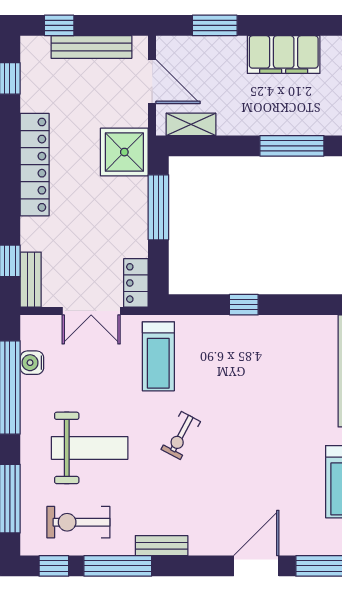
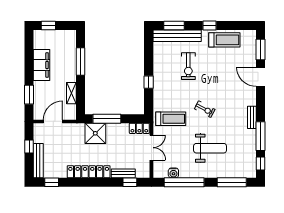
window: (59, 25) -> (29, 146), moved
bench: (91, 47) -> (38, 161), moved
shelving: (191, 124) -> (71, 93), moved
shower: (124, 152) -> (95, 133), moved
bench: (31, 280) -> (123, 173), moved
weight bench: (90, 448) -> (210, 148), turned 90
exercise bike: (78, 522) -> (188, 66), moved

